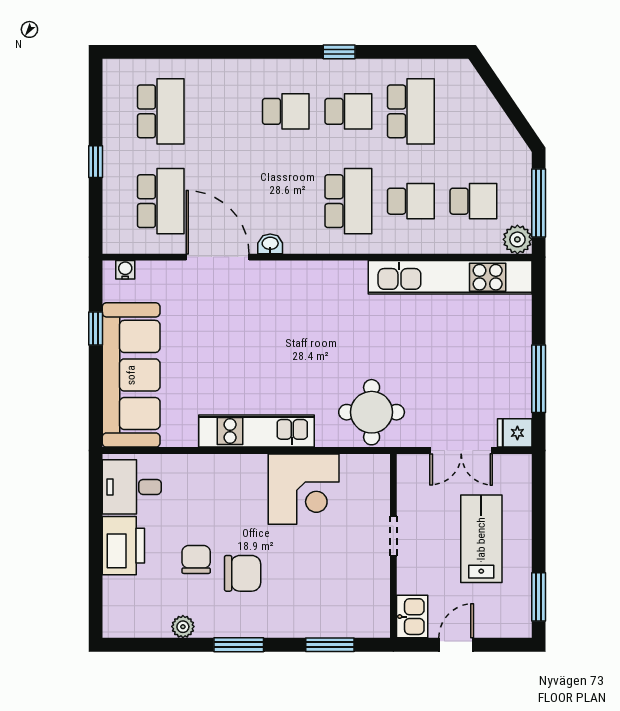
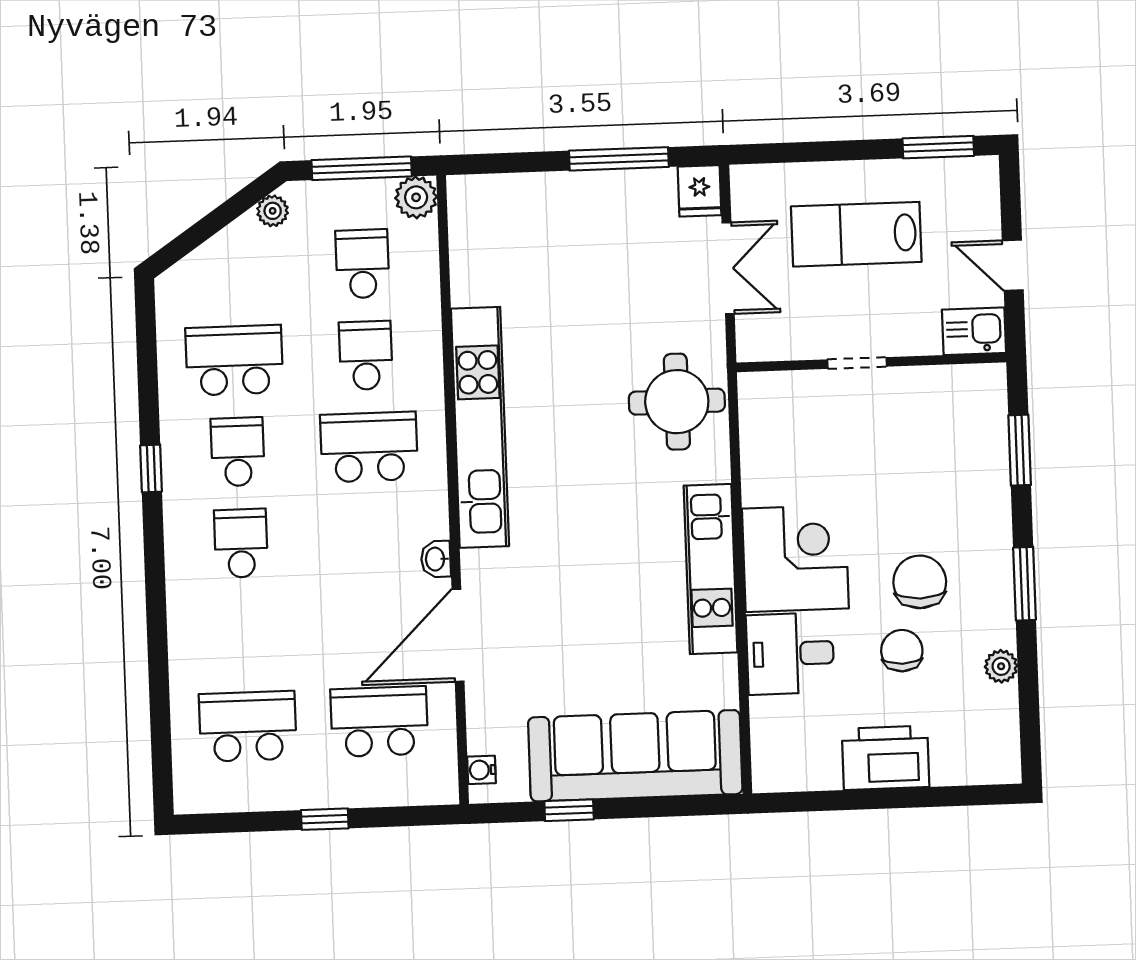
plant: (512, 141) -> (273, 211), added
kitchen unit: (450, 277) -> (480, 427), moved
desk: (132, 487) -> (790, 654), moved, turned 90
corner desk: (304, 489) -> (795, 558), moved
chair: (196, 559) -> (902, 651), turned 90

